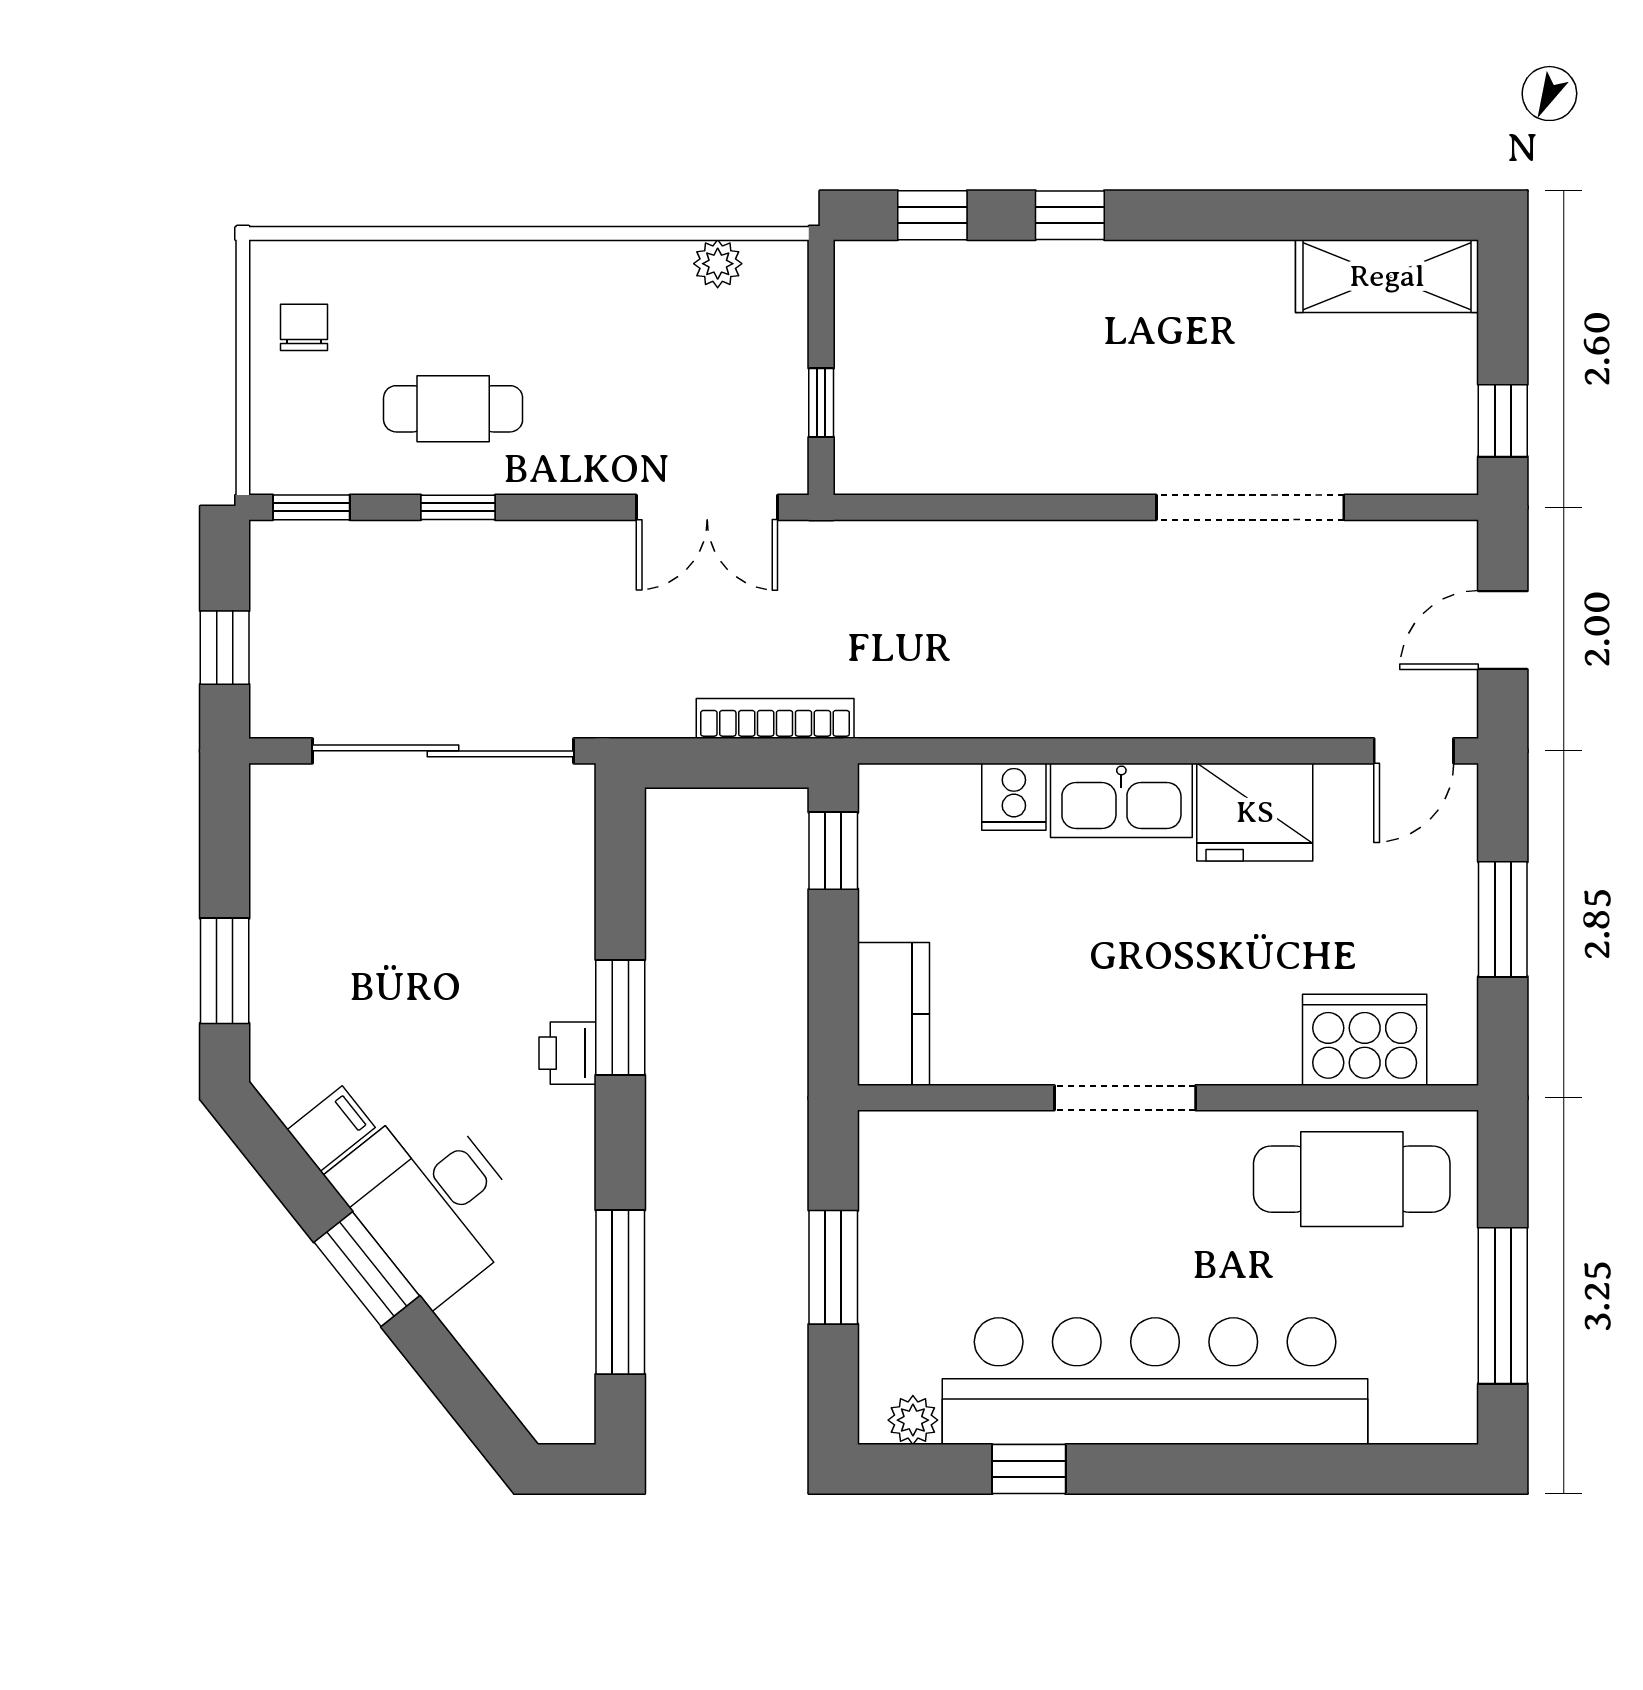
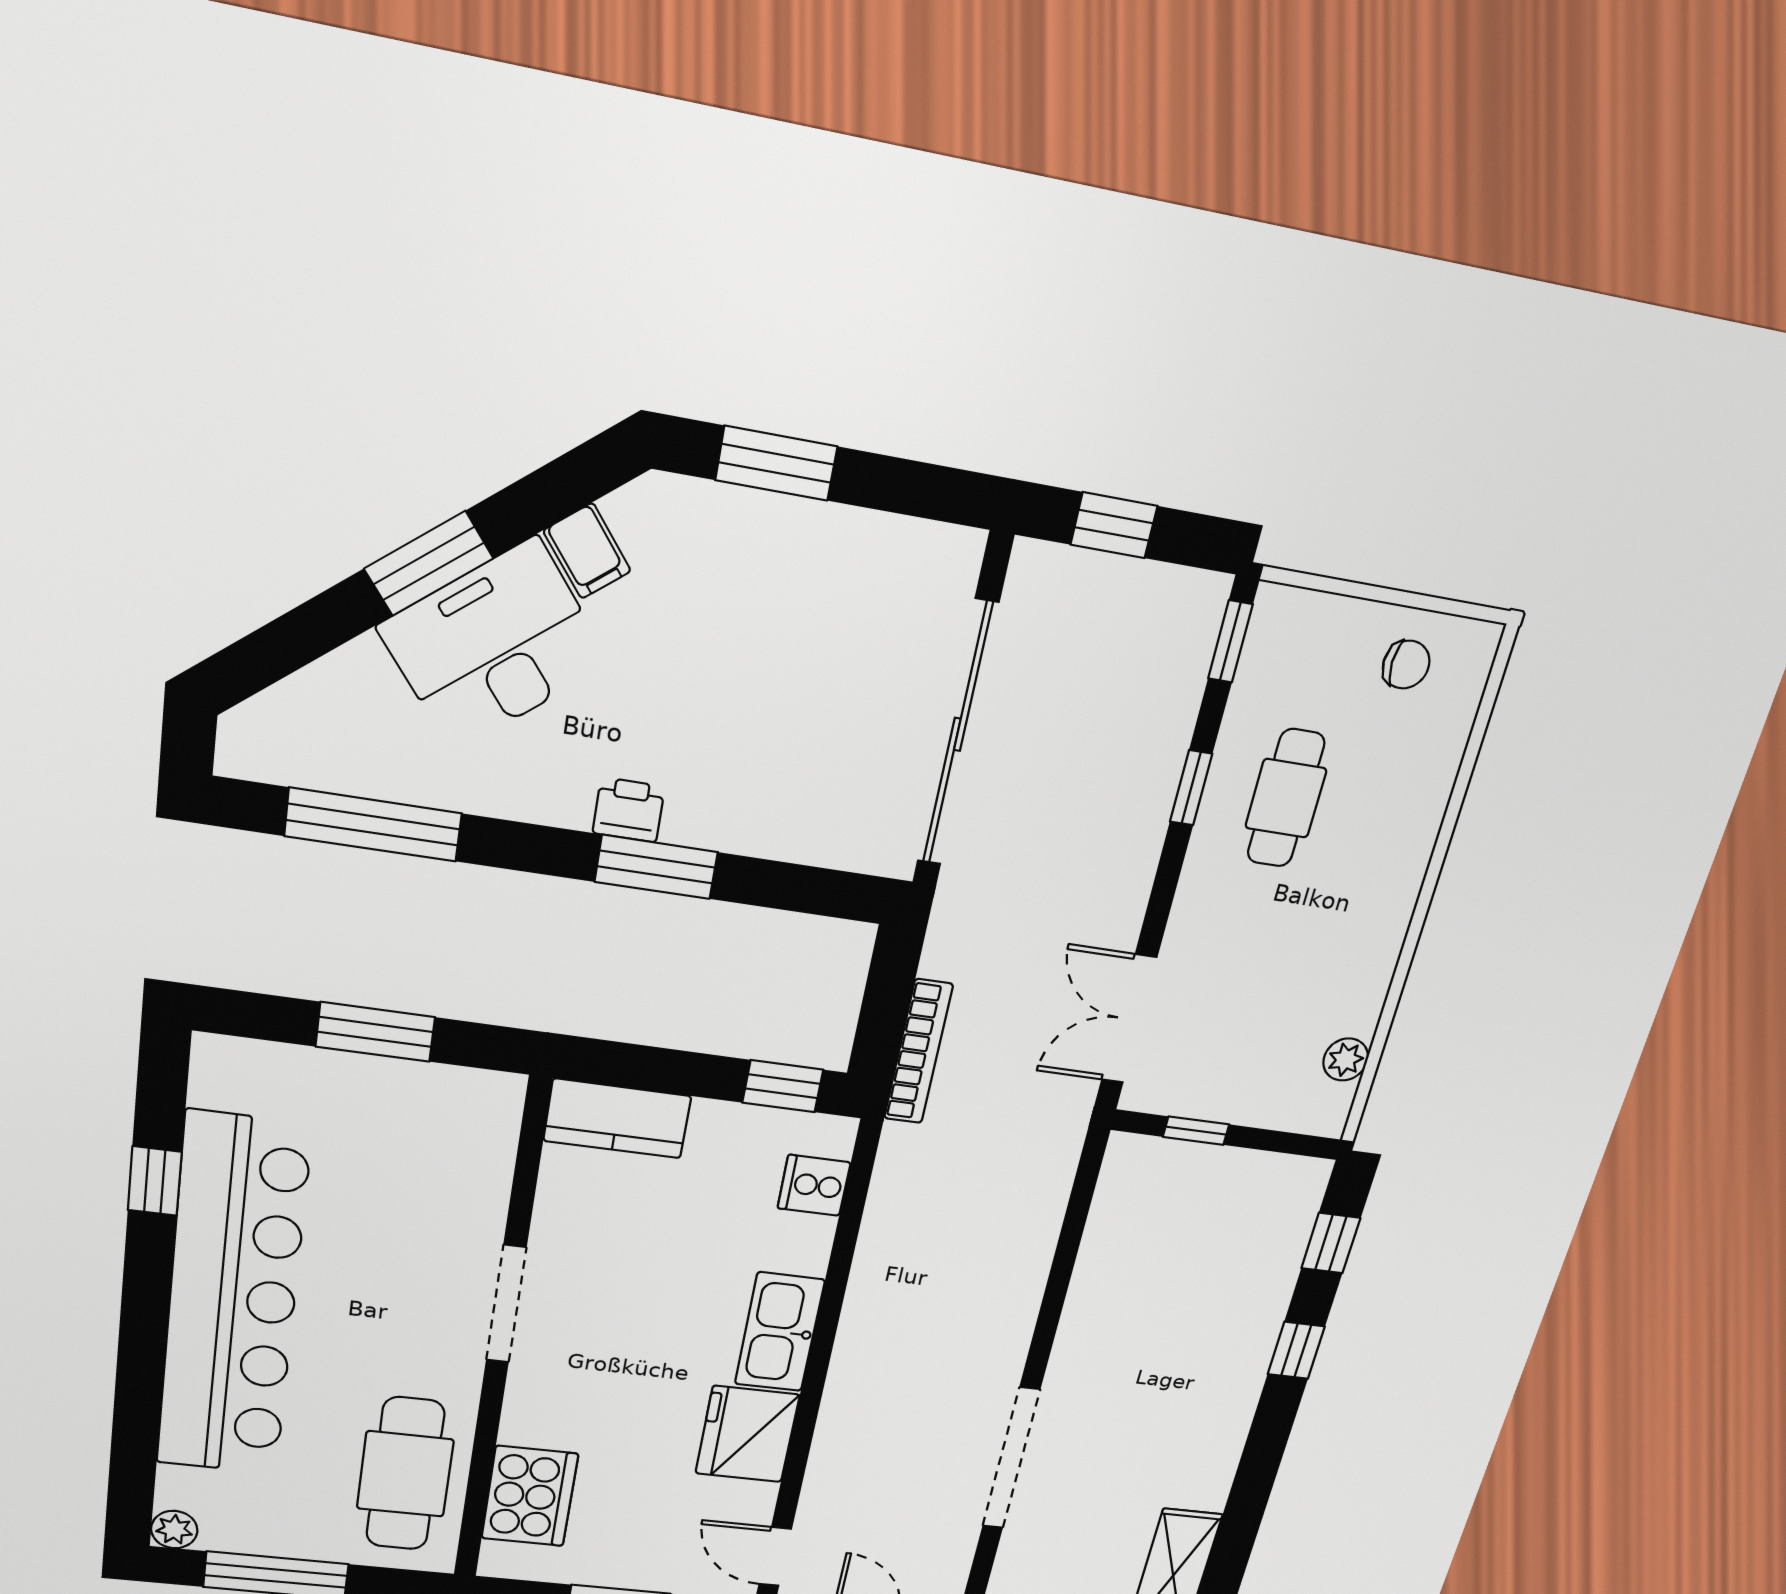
cooker: (1014, 797) -> (814, 1185), moved
plant: (913, 1420) -> (174, 1530), moved

